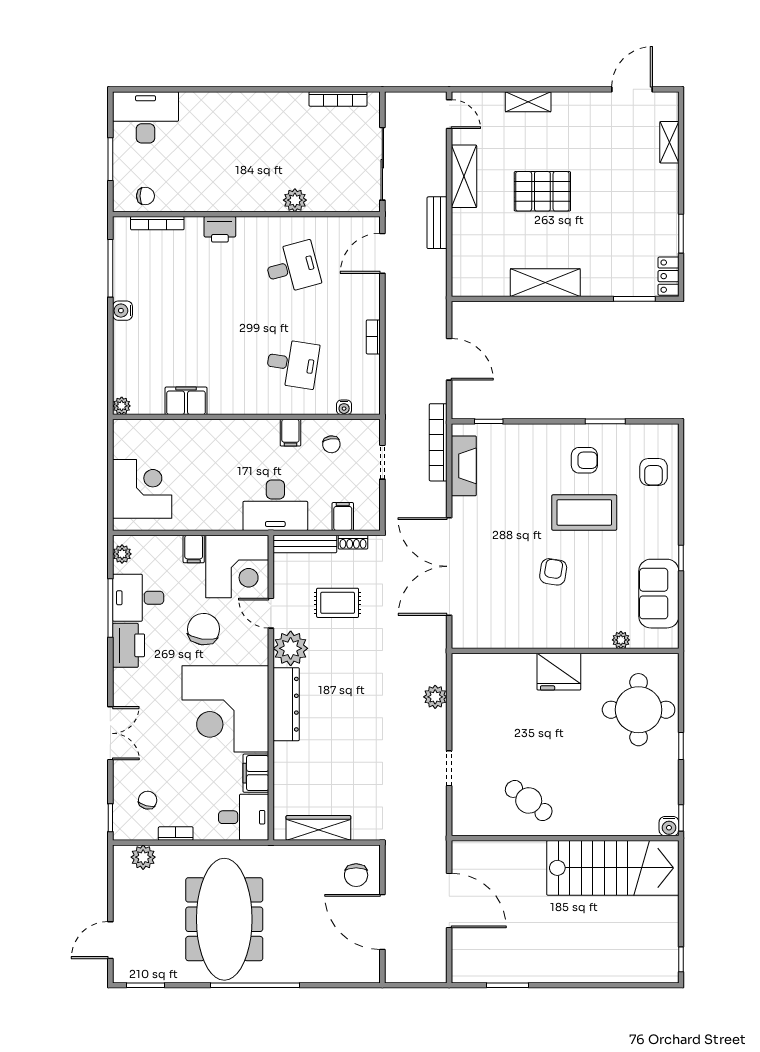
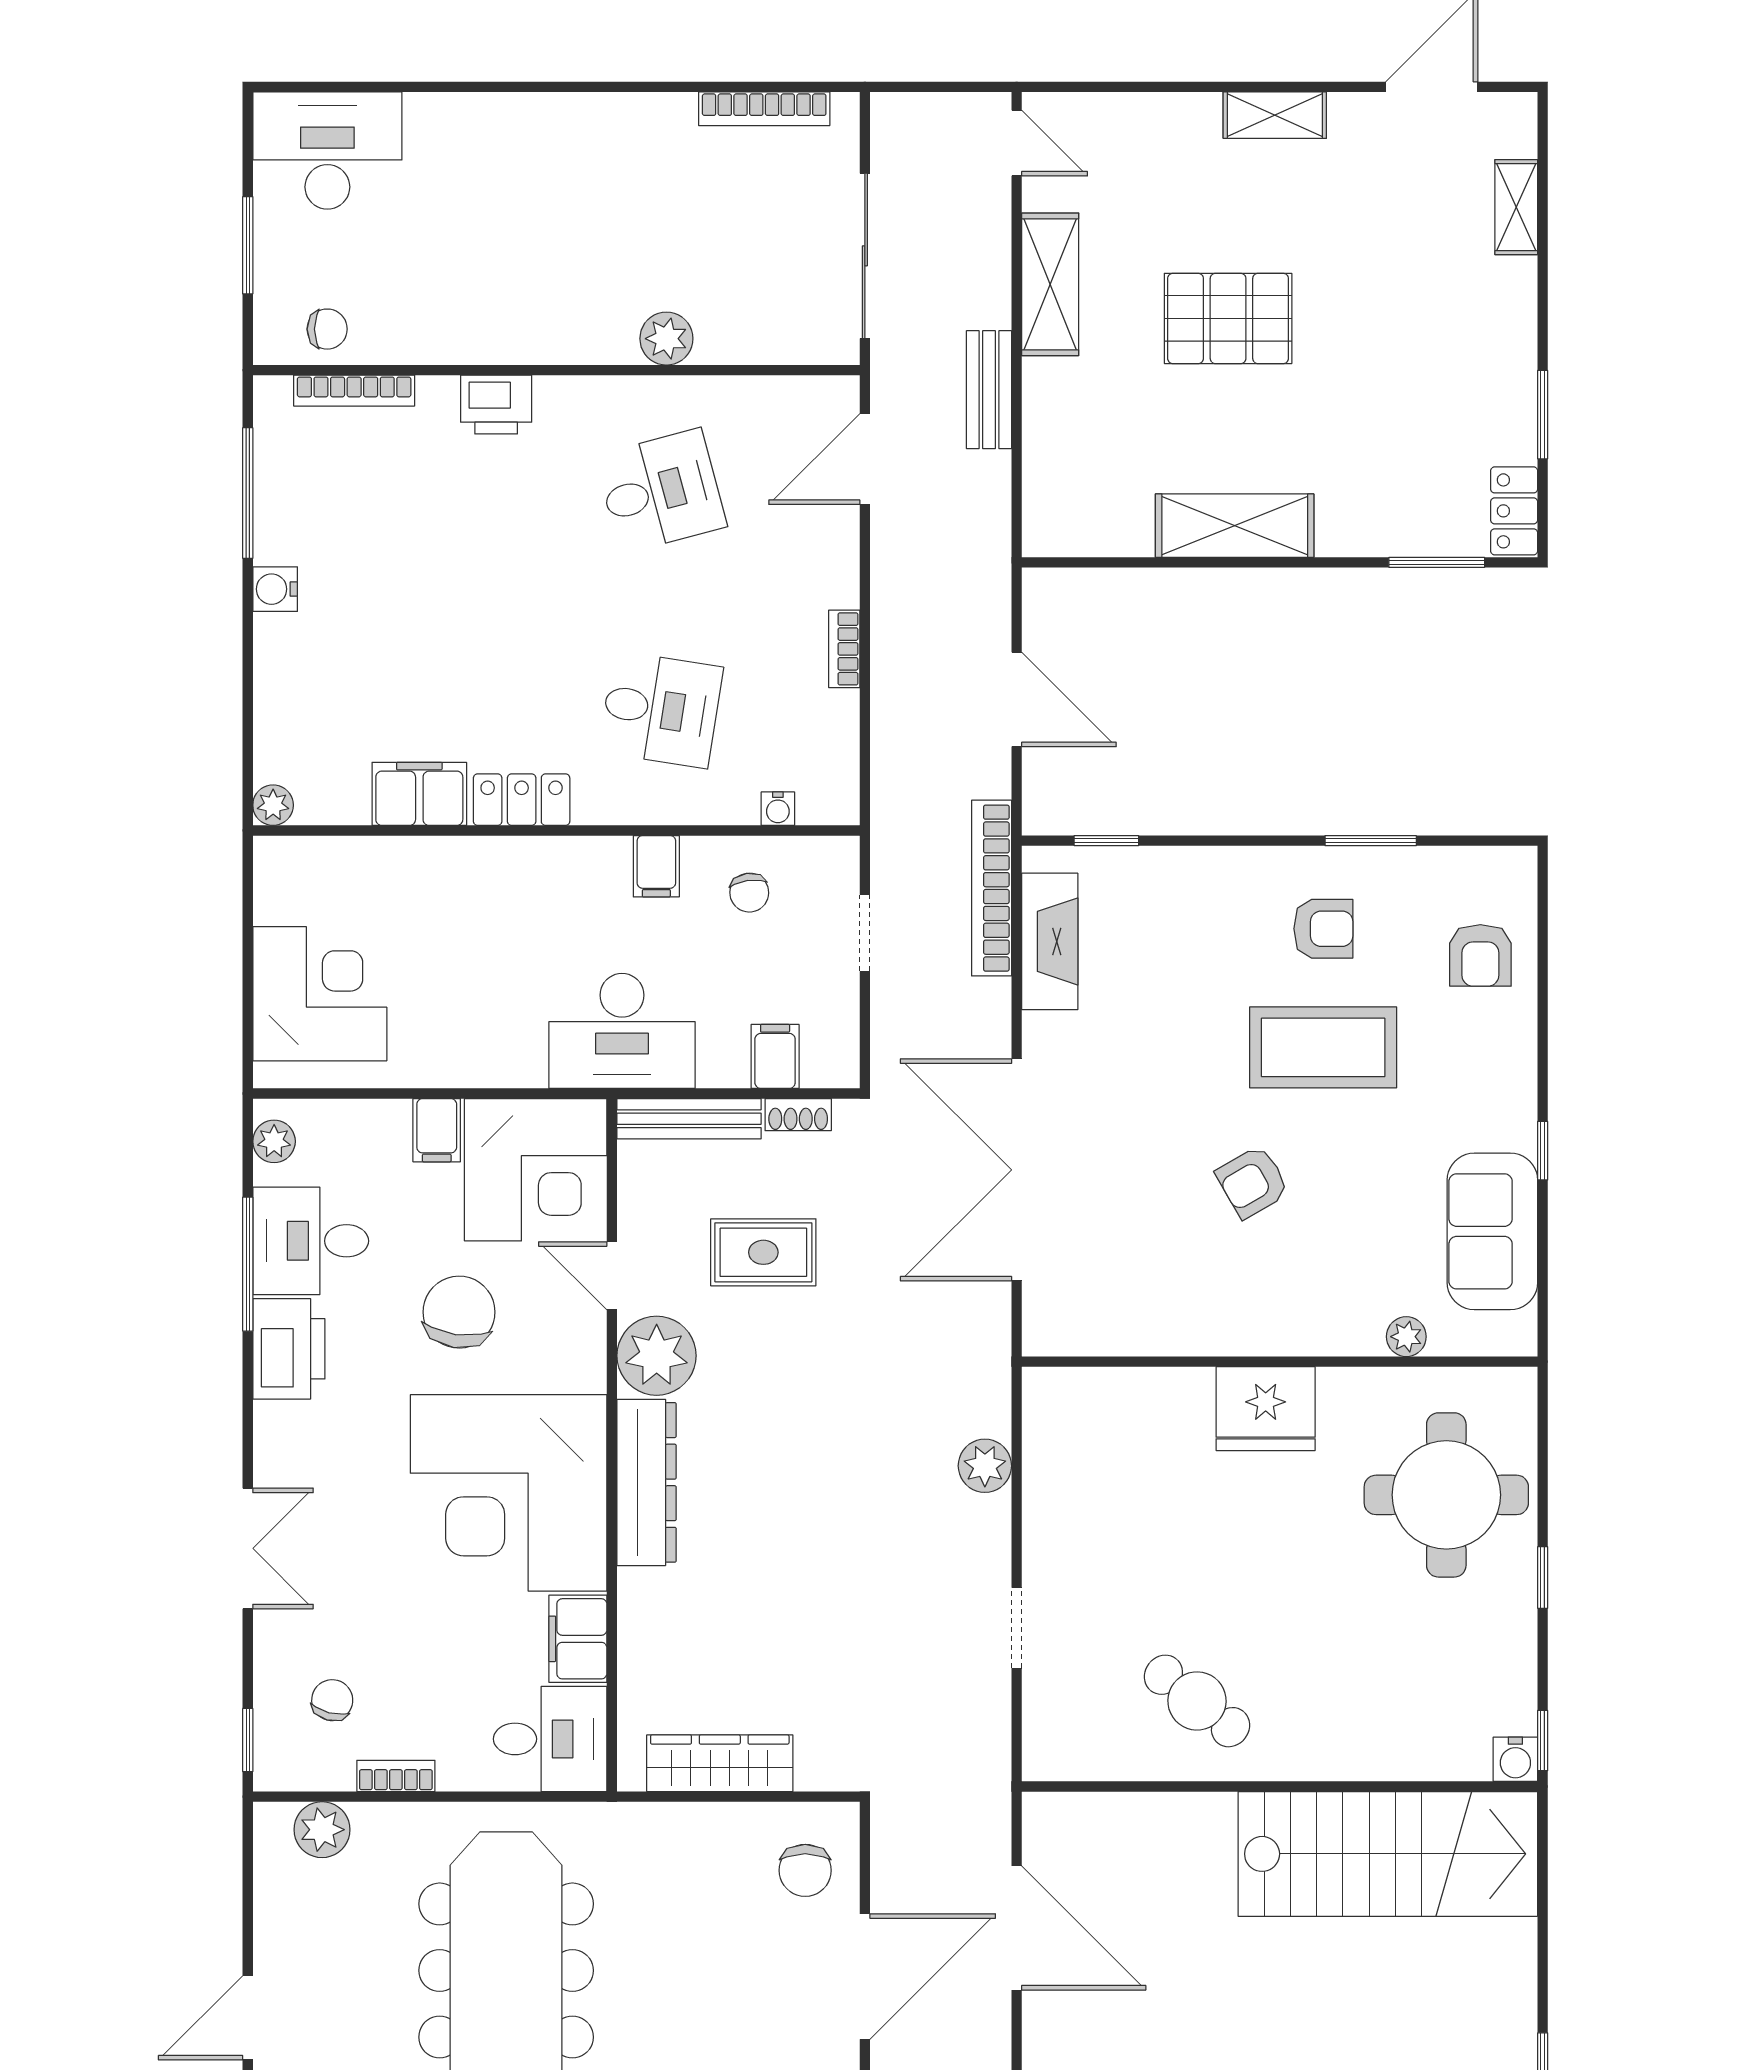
shelving: (528, 102) -> (1275, 115), moved
locker: (231, 403) -> (522, 800), added
armchair: (553, 572) -> (1253, 1182), turned -129
door: (382, 922) -> (865, 1977), swing flipped

